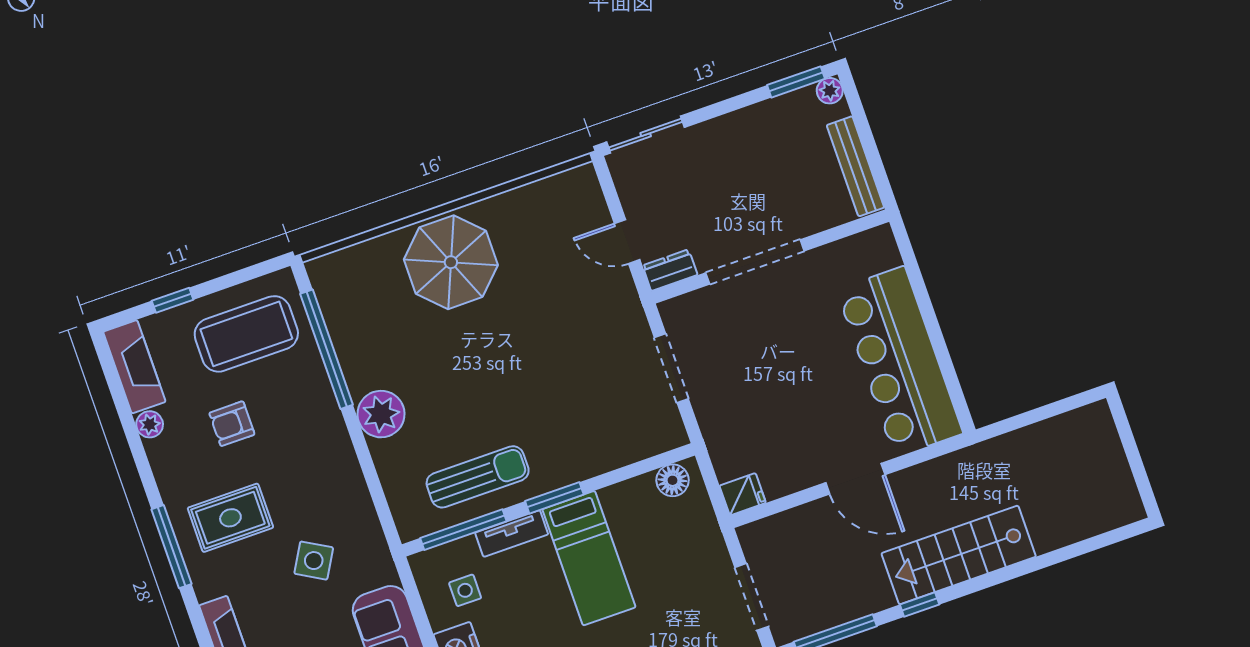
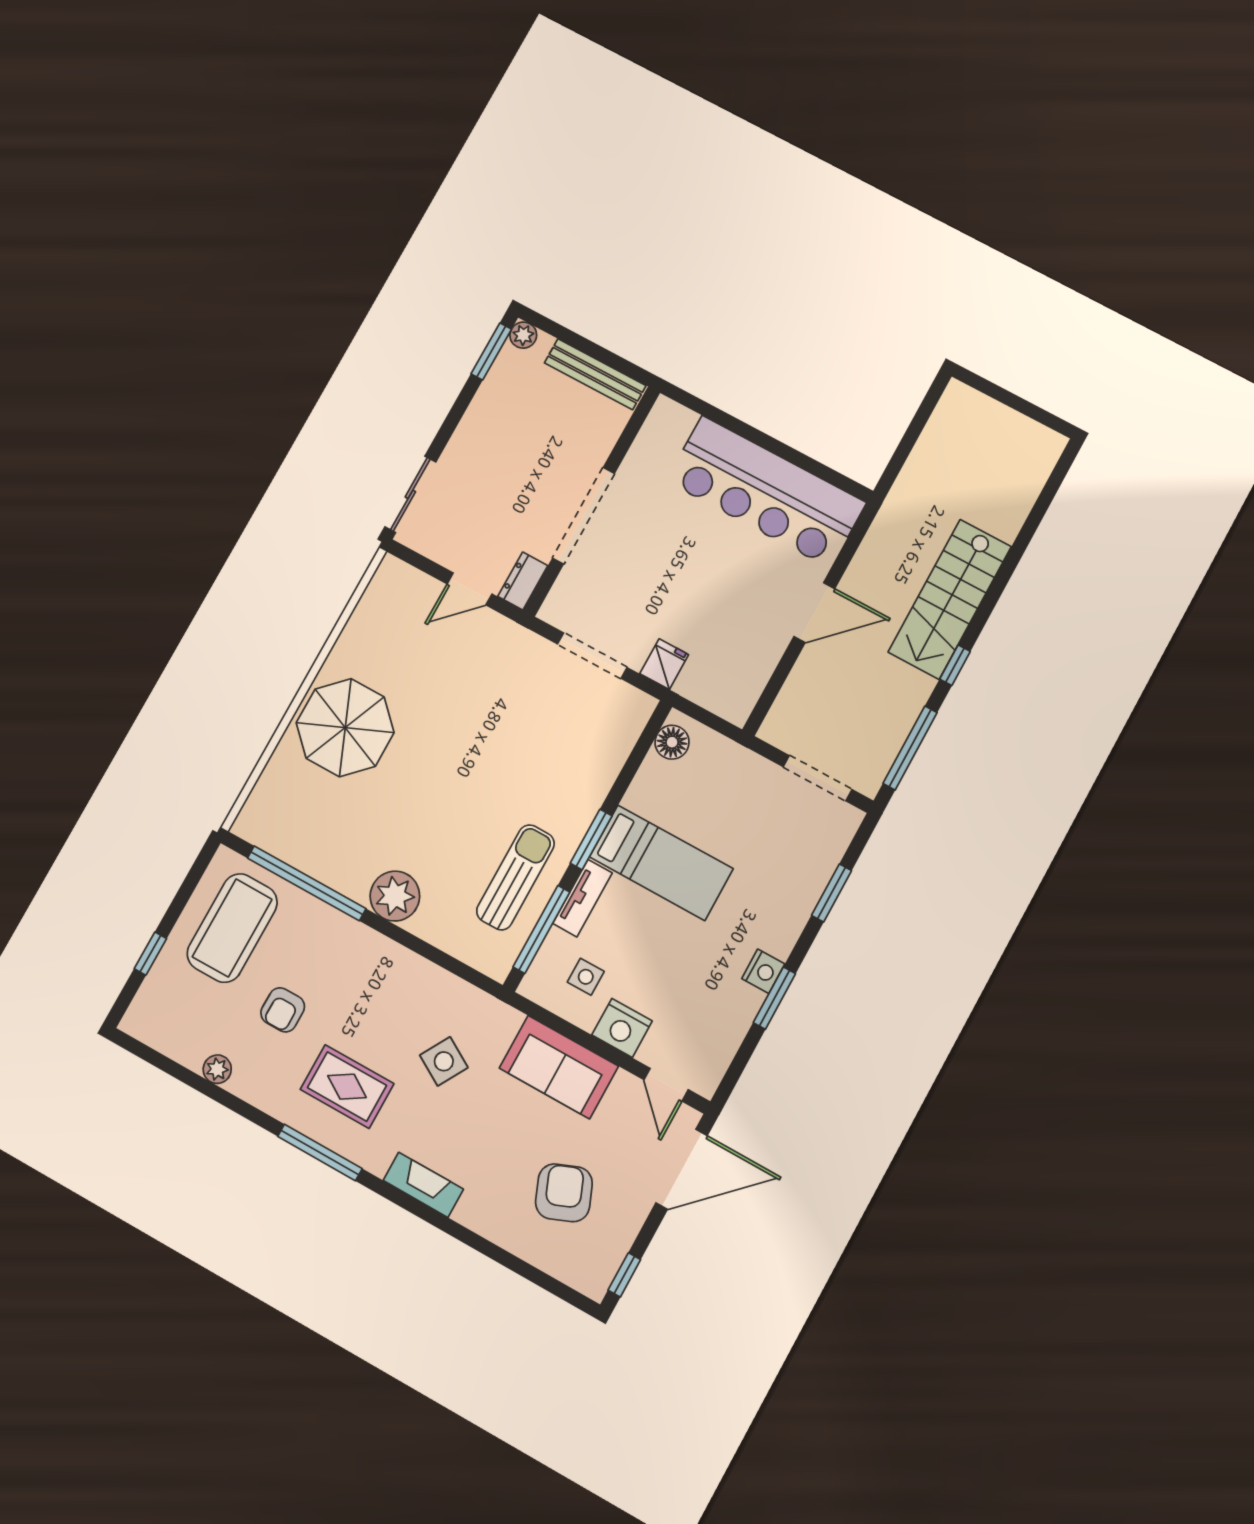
fireplace: (134, 367) -> (165, 1034), removed
fridge: (743, 494) -> (664, 664), moved
rug: (230, 518) -> (347, 1087), turned 90

